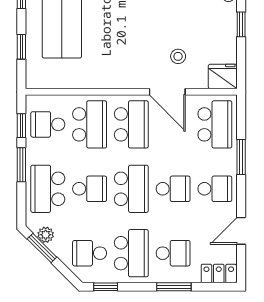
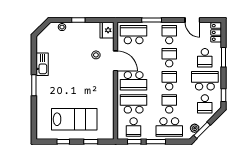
door: (167, 92) -> (116, 61), hinge flipped
school desk: (131, 124) -> (134, 81), turned 180
school desk: (131, 189) -> (169, 81), width x0.54
school desk: (173, 253) -> (205, 58), turned 180

